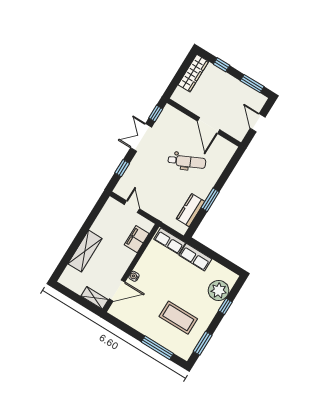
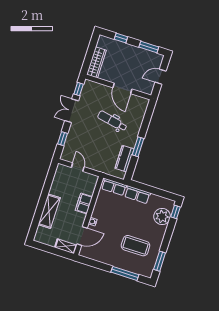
wardrobe: (193, 73) -> (96, 62), moved
door: (258, 123) -> (161, 77), hinge flipped
dental chair: (187, 162) -> (112, 121), turned -144
filing cabinet: (137, 239) -> (84, 204), moved
window: (225, 306) -> (175, 212), moved

